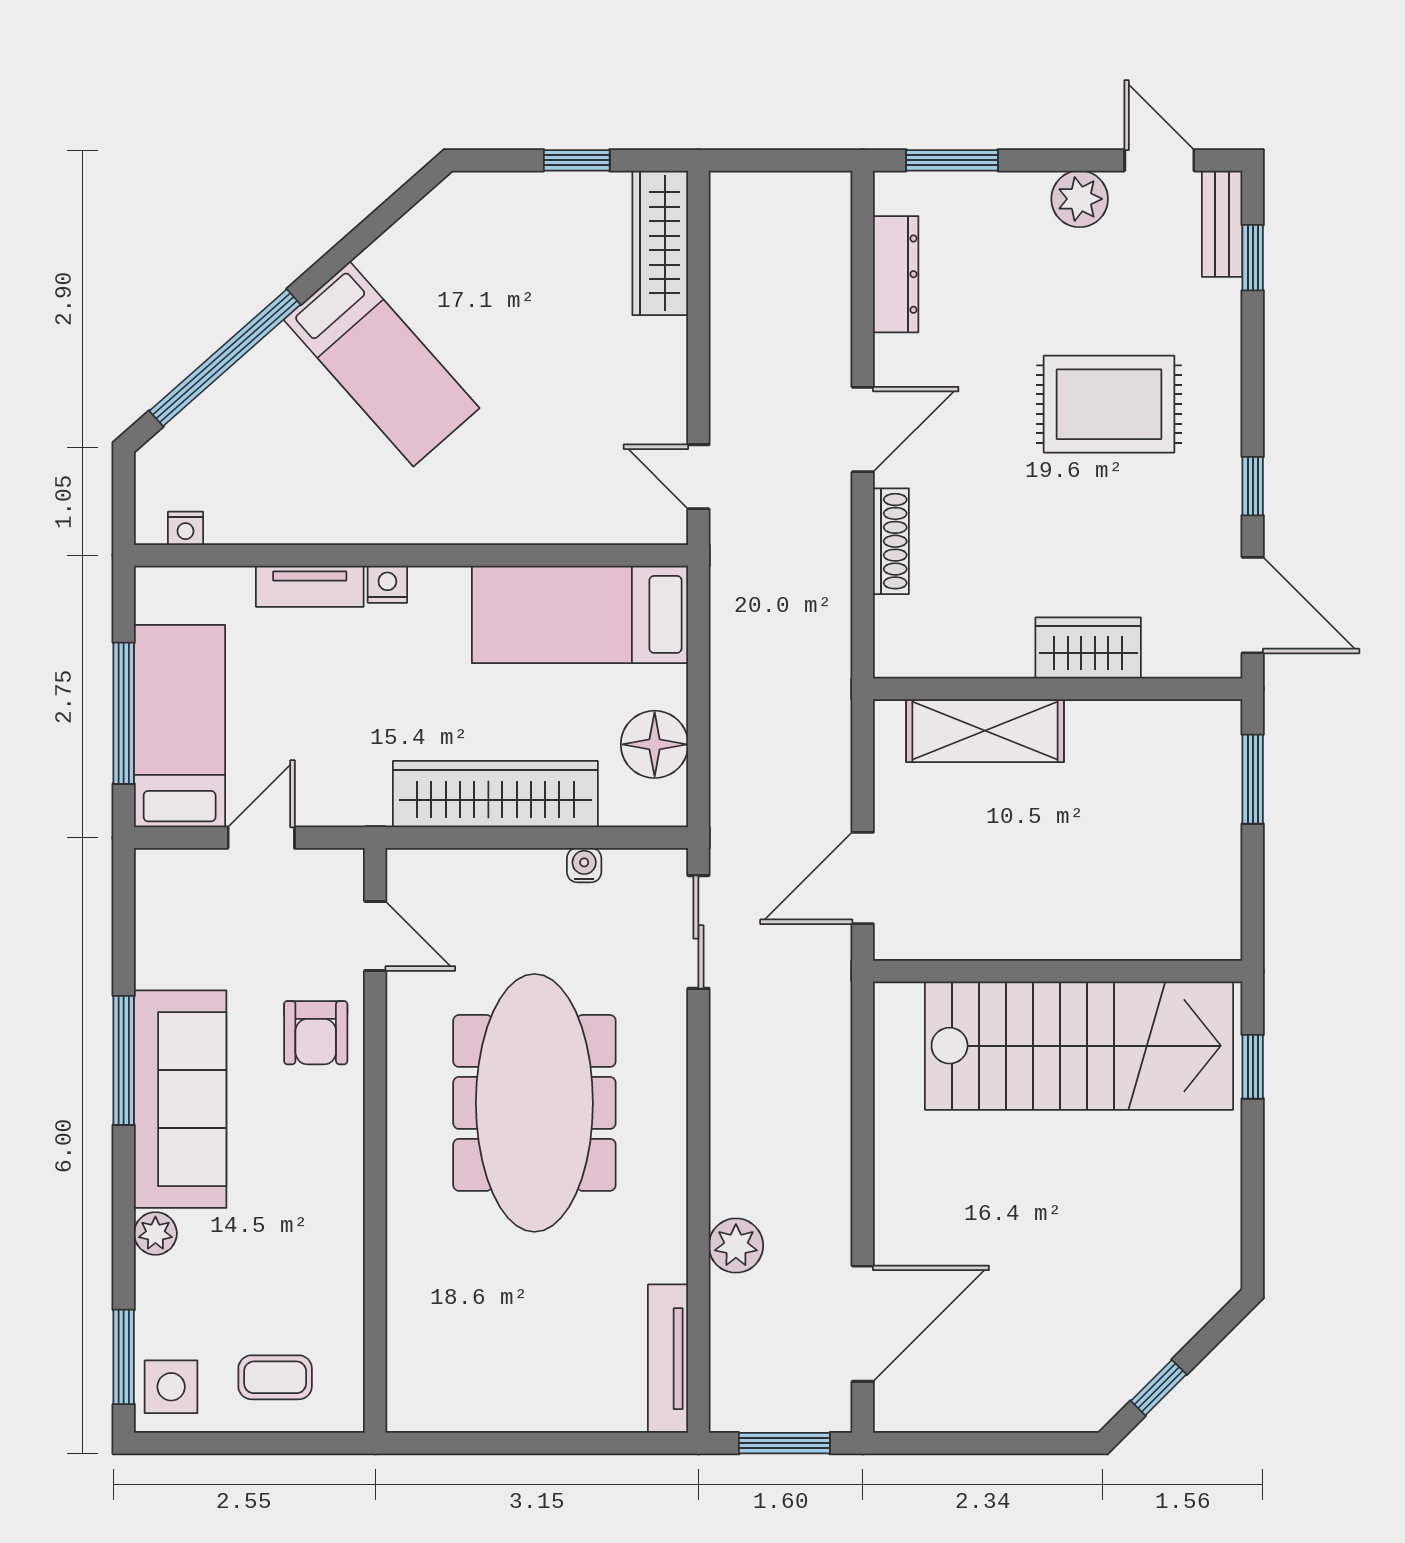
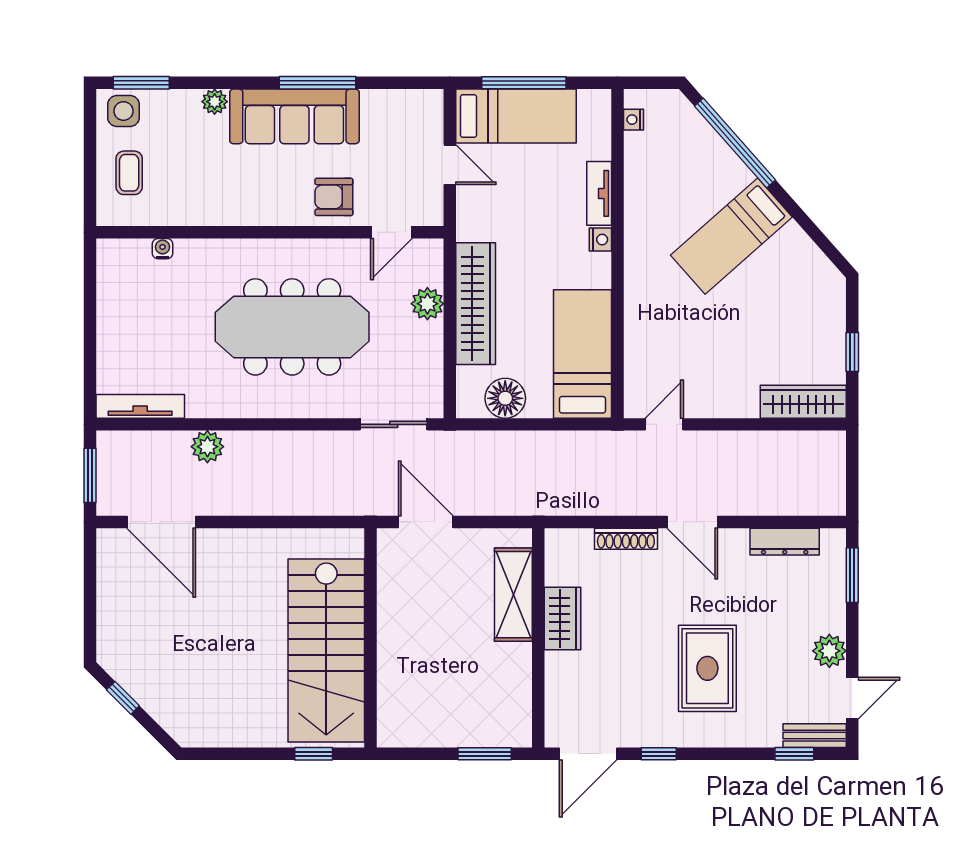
wardrobe: (1088, 648) -> (562, 618), moved
water cooler: (584, 865) -> (163, 249), moved, turned -90
plant: (495, 875) -> (427, 304), added

